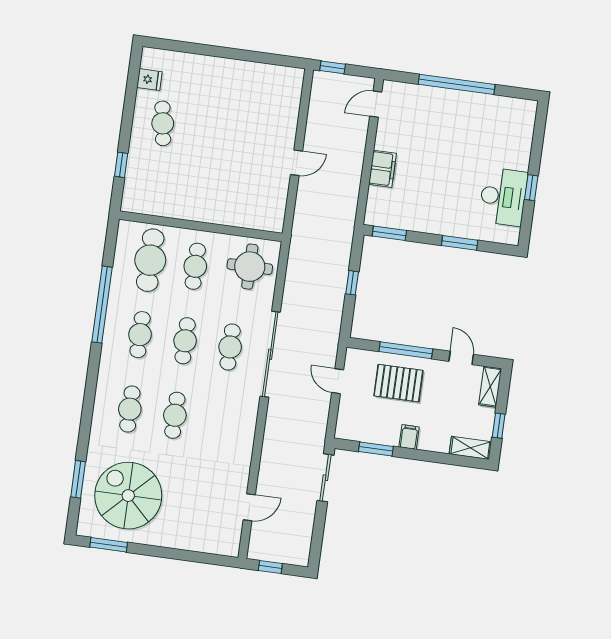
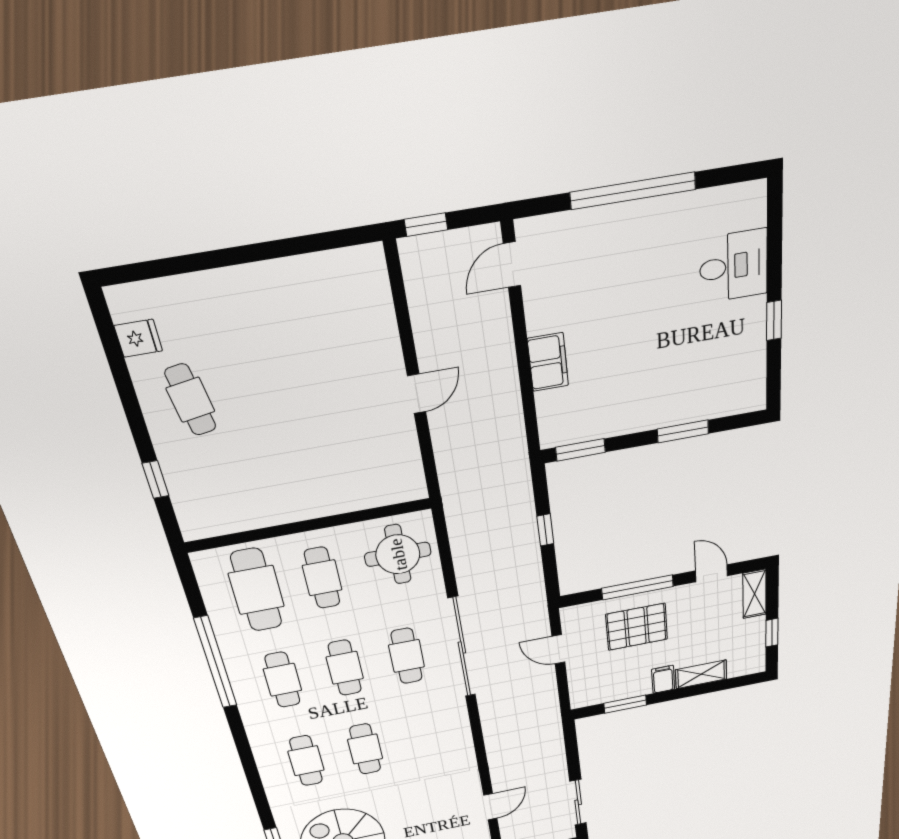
desk: (503, 197) -> (734, 266), moved, width x0.73
shelving: (470, 448) -> (701, 674), moved
sliding door: (325, 478) -> (578, 802), moved

